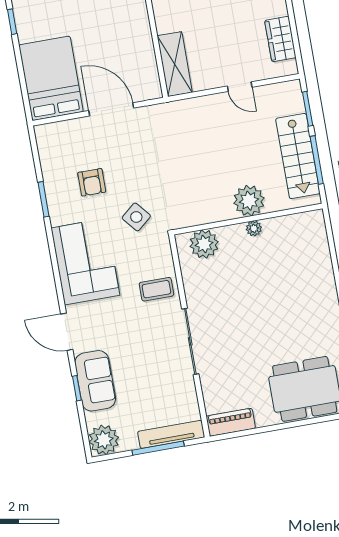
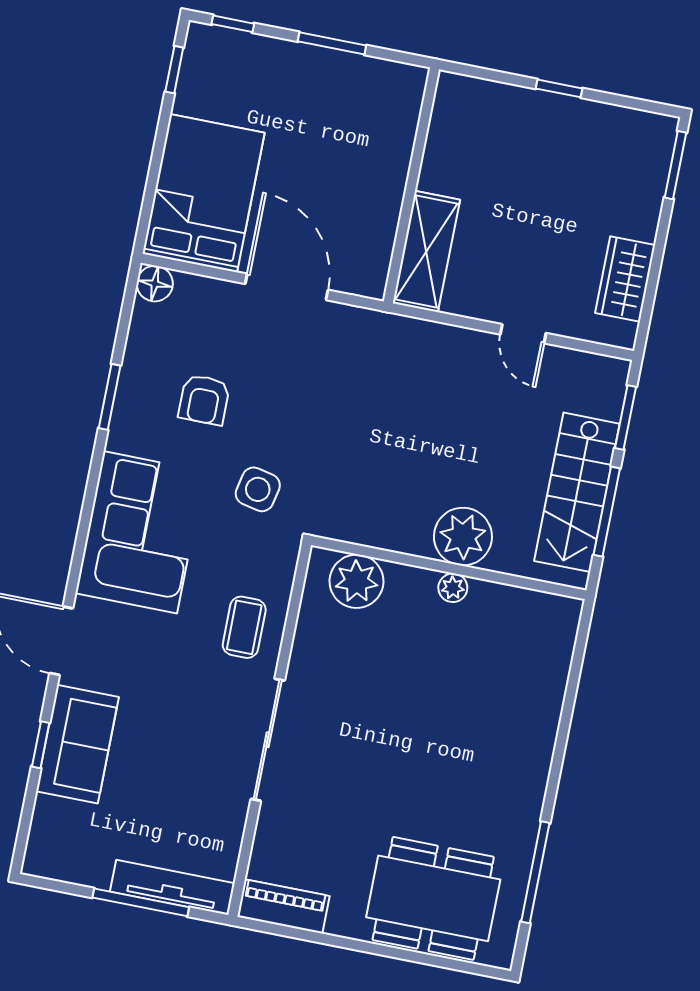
floor lamp: (44, 133) -> (155, 284), added
side table: (136, 217) -> (258, 489), turned -38
coffee table: (156, 289) -> (244, 627), turned 90
plant: (104, 440) -> (53, 852), removed

